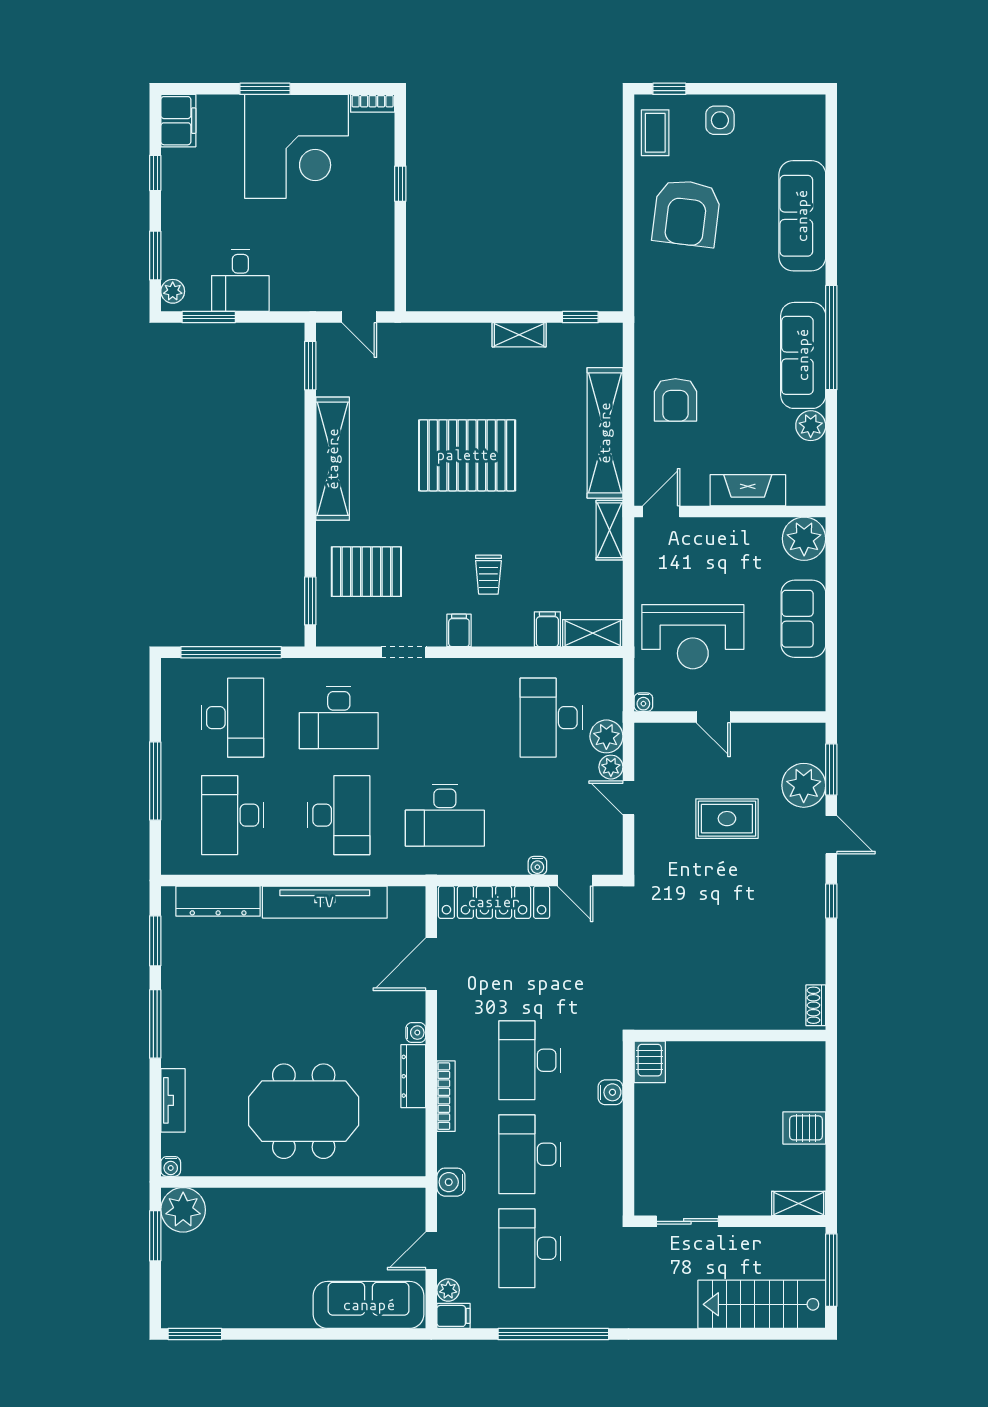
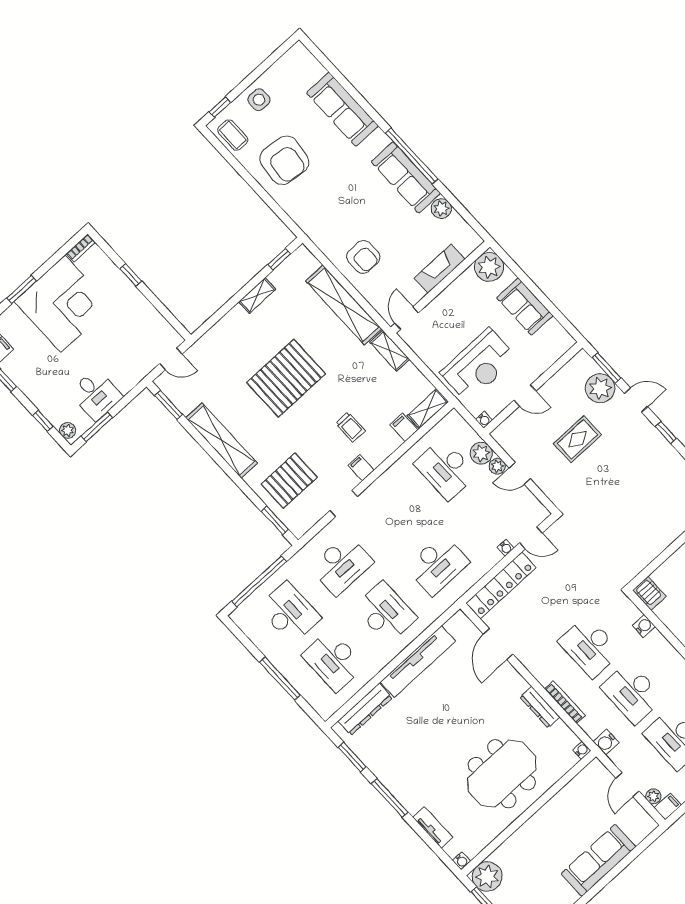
window: (155, 256) -> (43, 421), width x0.67
water cooler: (416, 1033) -> (582, 750), moved
sofa: (369, 1305) -> (598, 860), moved

